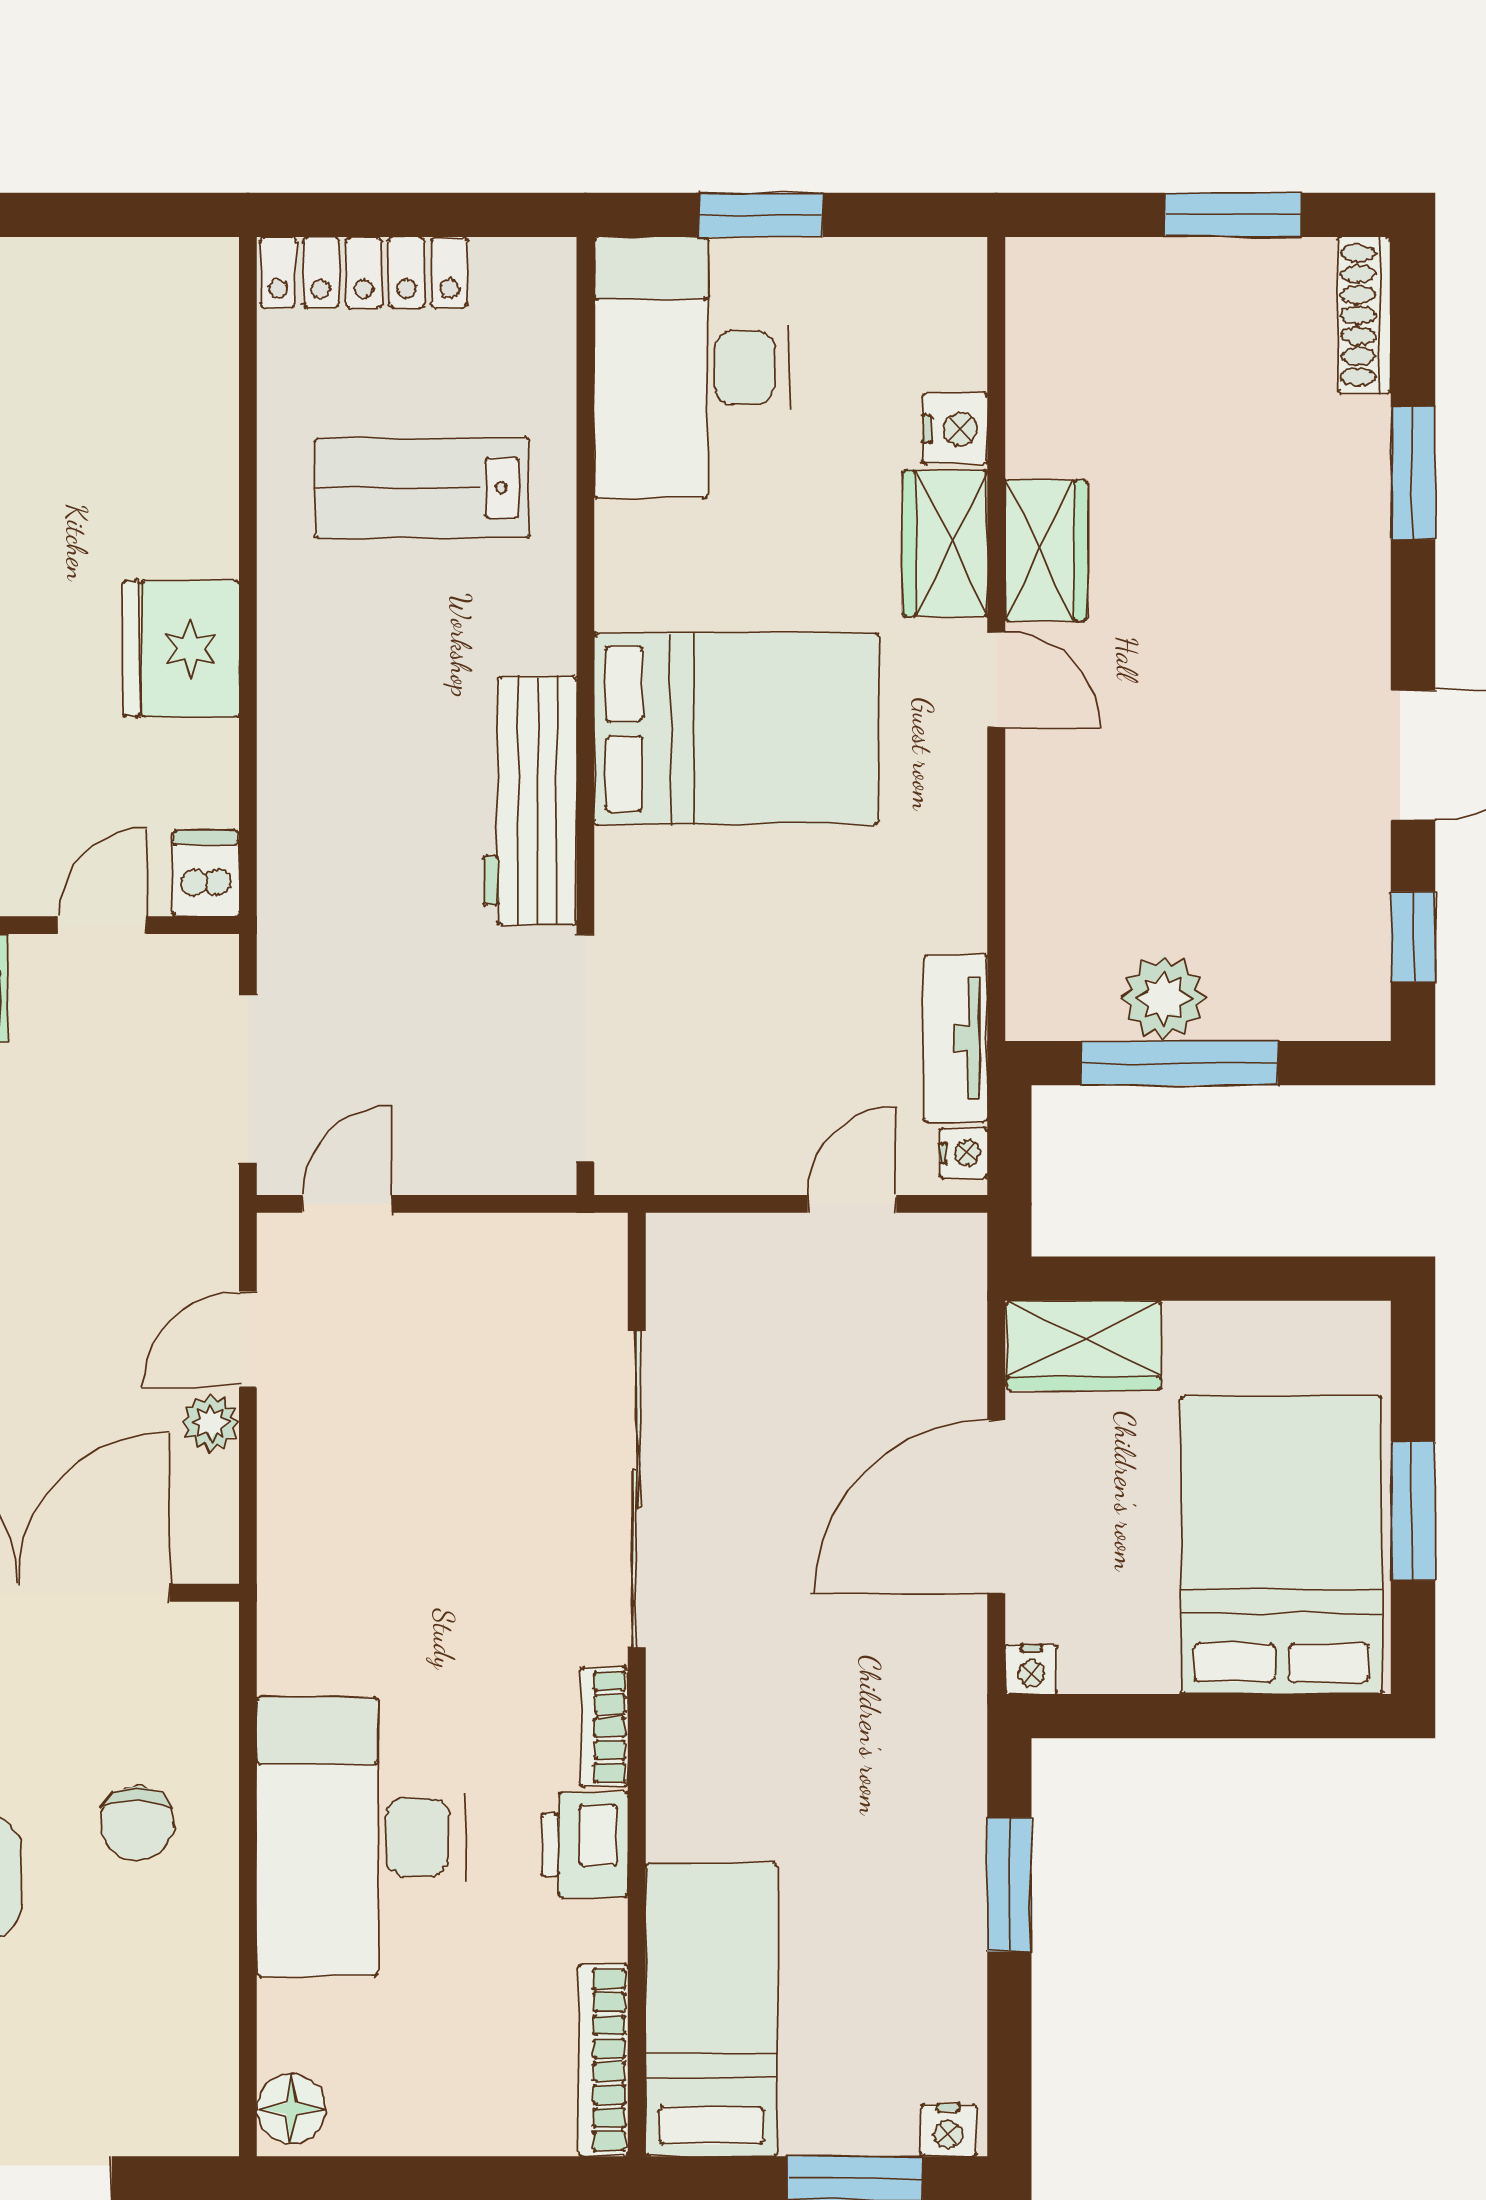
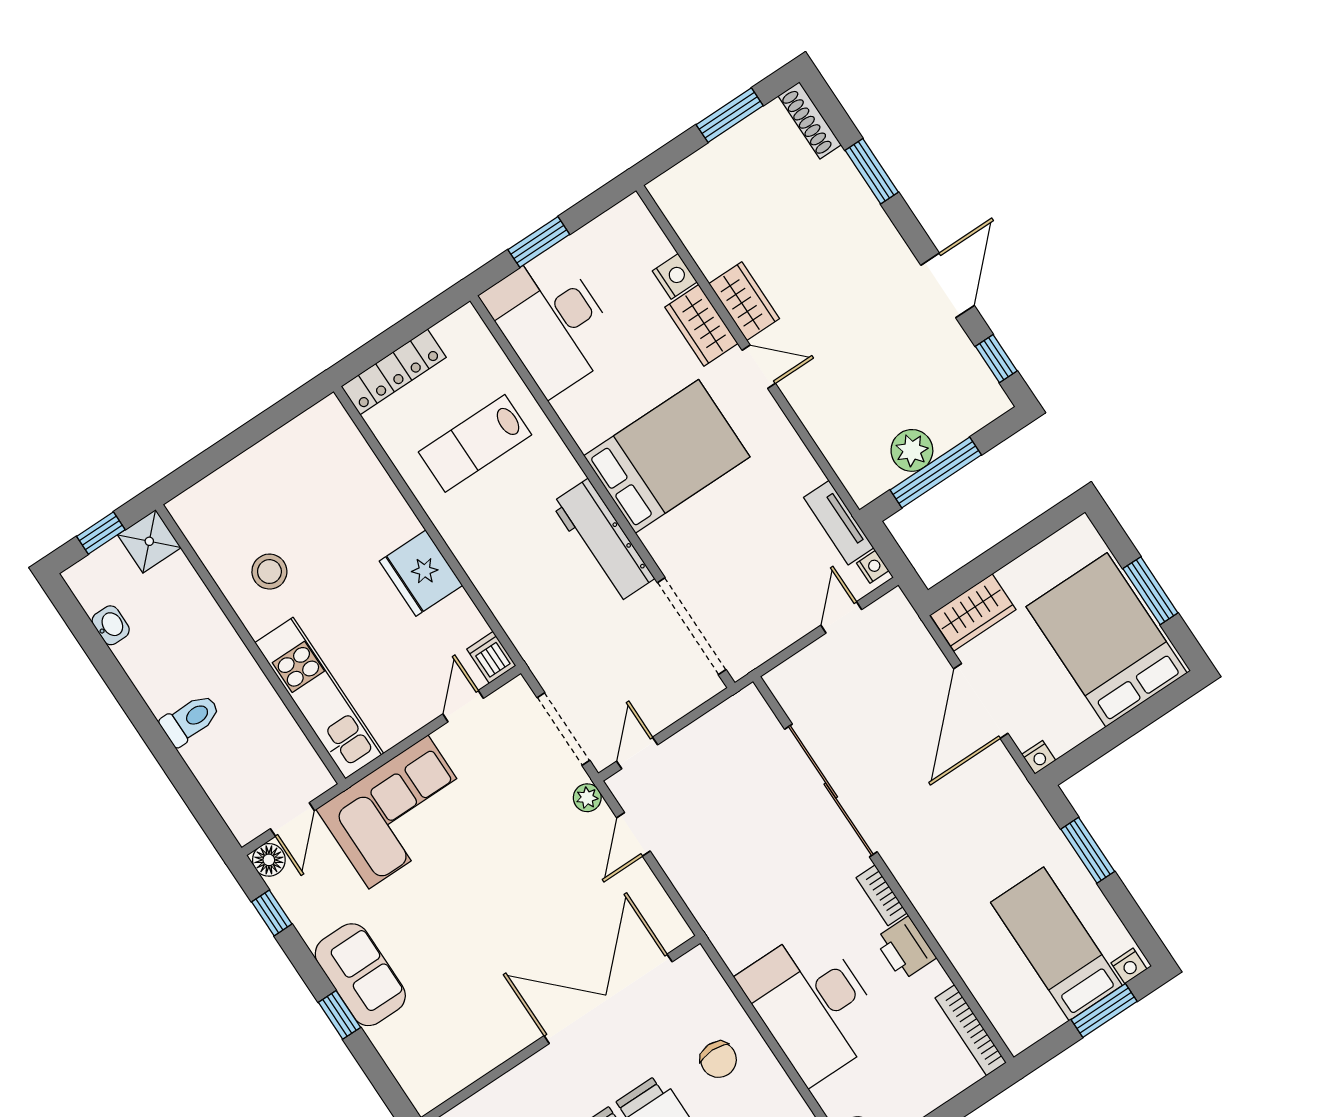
plant: (210, 1423) -> (587, 798), moved
bed: (711, 2010) -> (1056, 944), moved

